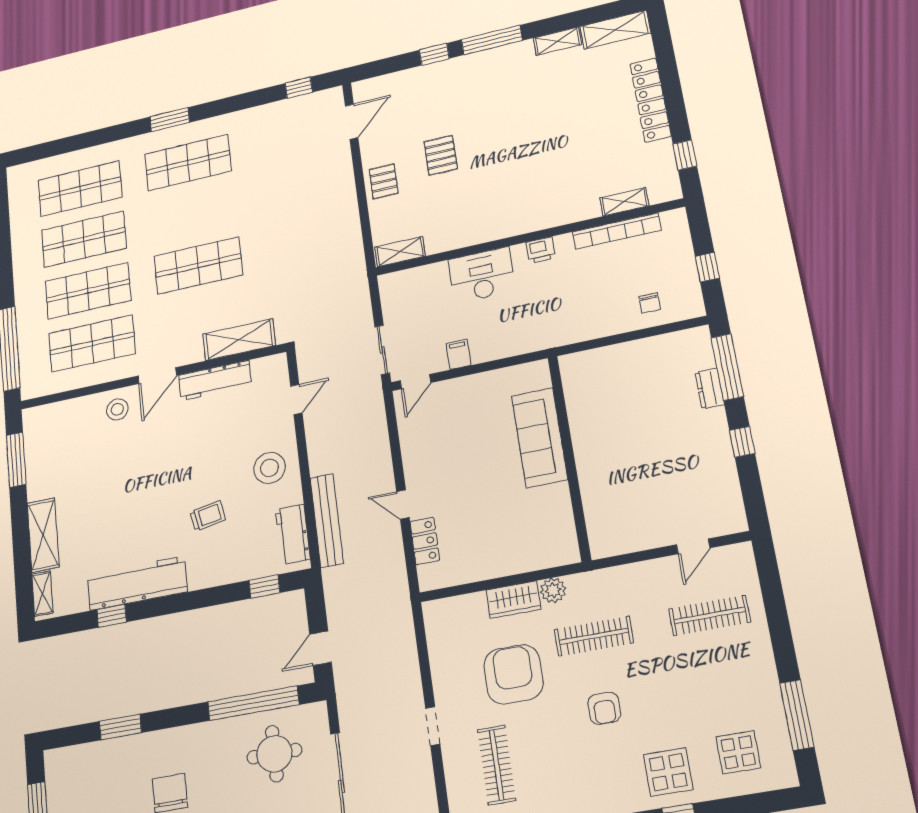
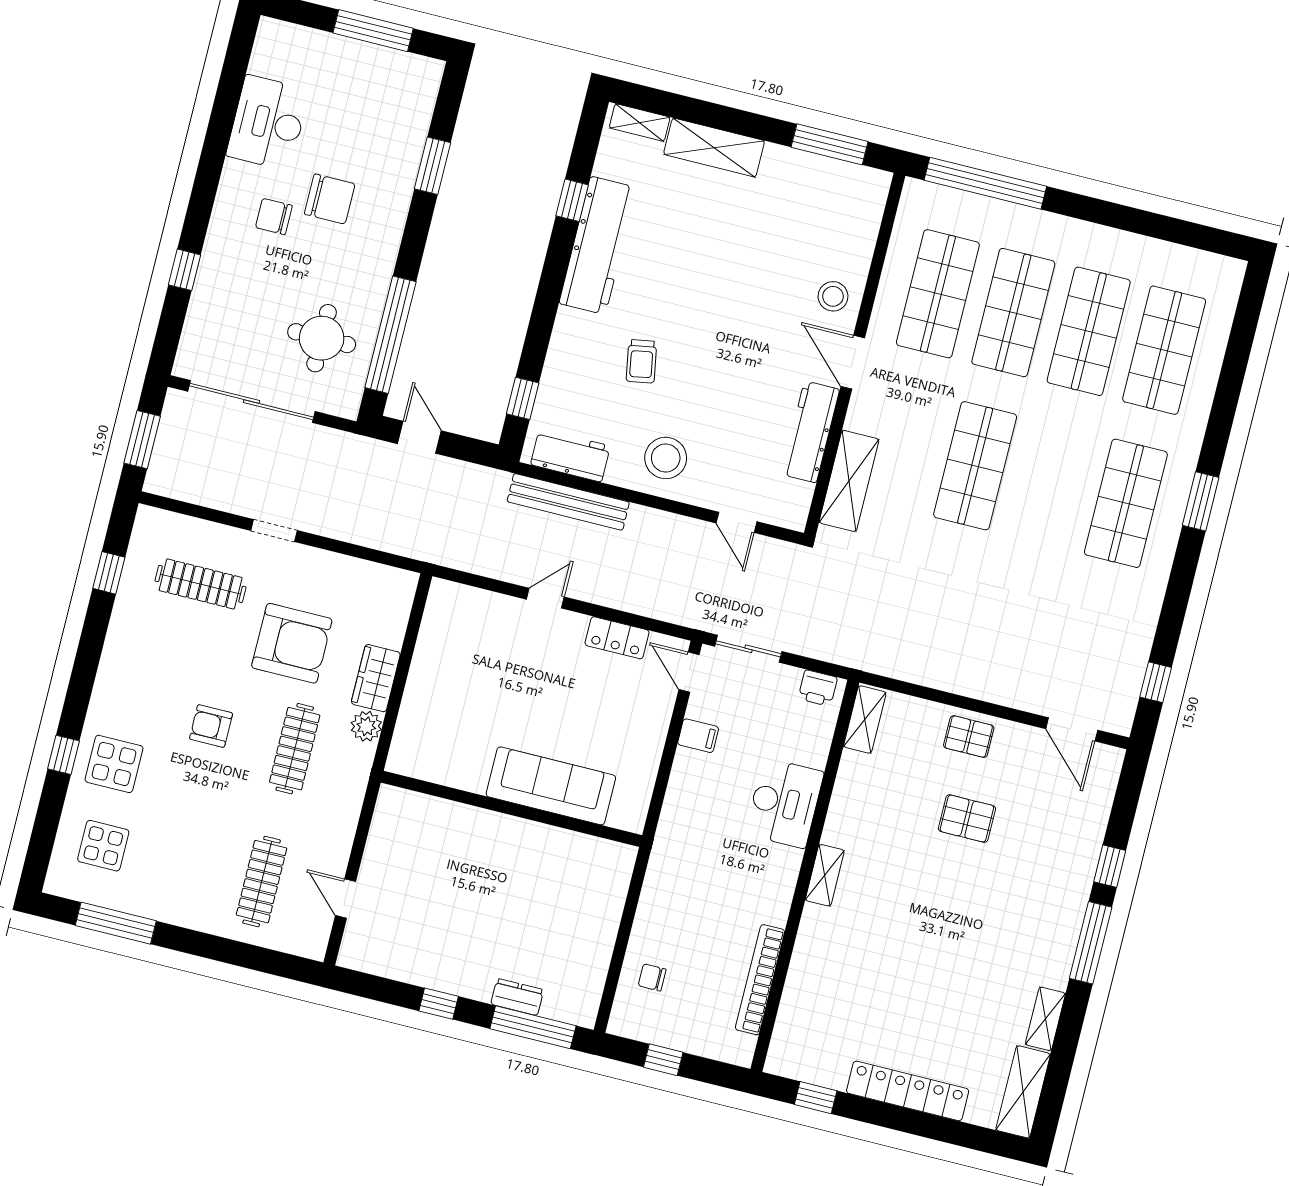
shelving: (624, 202) -> (825, 875), moved
printer: (541, 250) -> (818, 688), moved, turned -90
locker: (425, 541) -> (617, 638), moved

